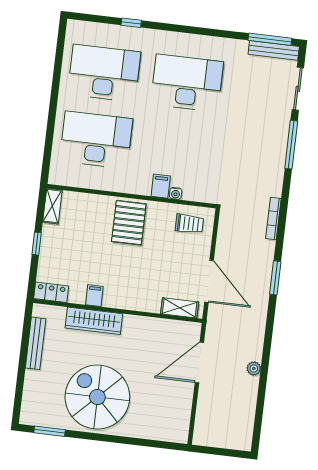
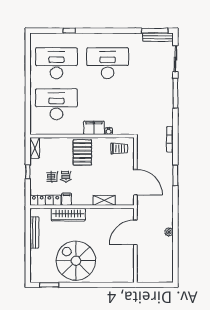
filing cabinet: (161, 186) -> (94, 128), width x2.00
locker: (51, 292) -> (46, 200), width x1.53
shelving: (180, 308) -> (104, 200), moved

